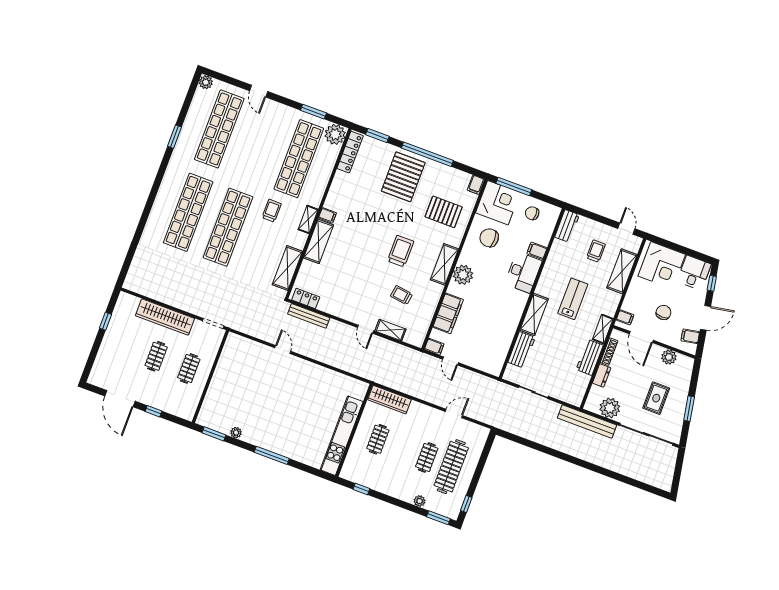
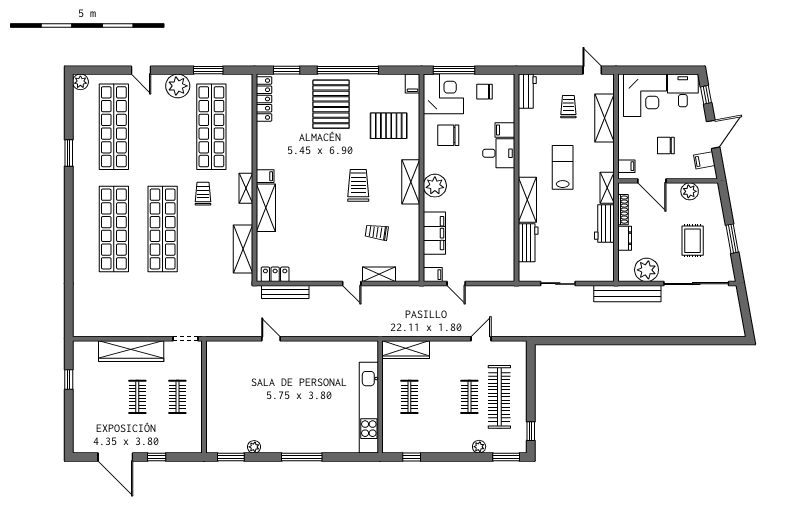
plant: (335, 134) -> (178, 86), moved
desk: (523, 272) -> (499, 153), width x0.73
chair: (663, 312) -> (666, 146), turned -90

